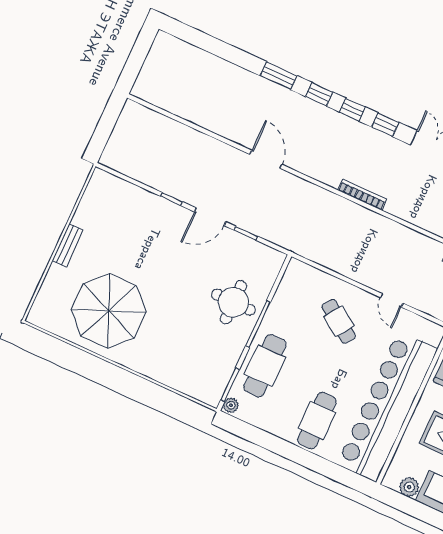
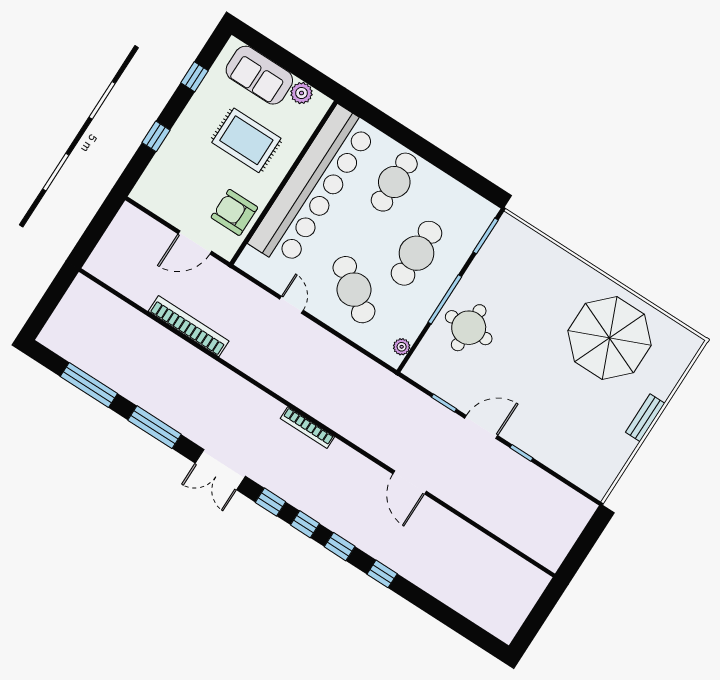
window: (279, 76) -> (382, 574), width x0.67
cafe table: (339, 321) -> (354, 290), width x1.37, depth x1.35
cafe table: (265, 366) -> (417, 253), moved
plant: (231, 405) -> (402, 347), moved

